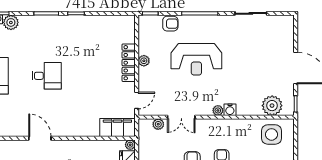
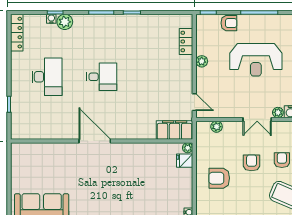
locker: (129, 63) -> (186, 42), moved, width x0.66
door: (137, 100) -> (194, 102), hinge flipped
double door: (181, 117) -> (257, 119), moved
door: (40, 138) -> (95, 141), width x1.36

